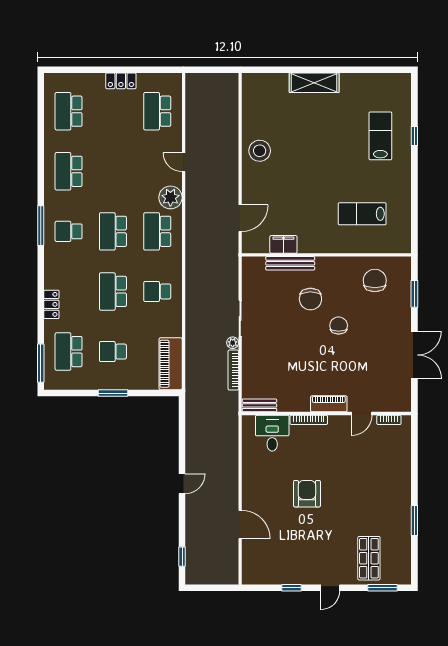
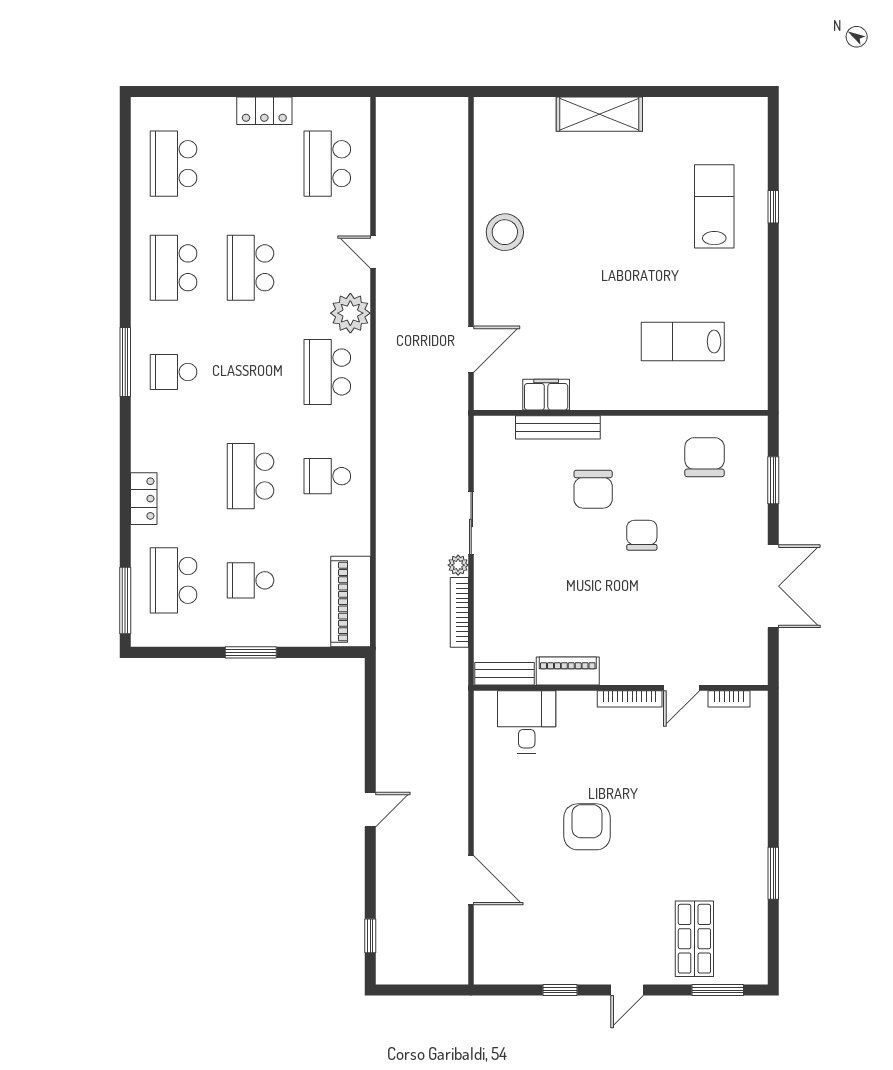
school desk: (113, 231) -> (250, 268), moved
piano: (329, 404) -> (568, 671), moved
bookcase: (309, 420) -> (630, 699), moved

